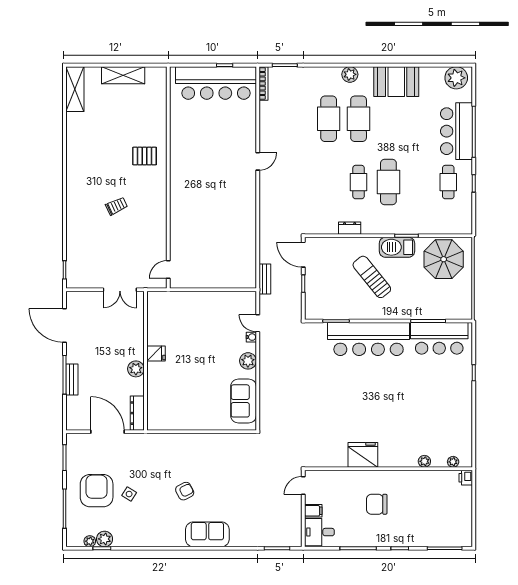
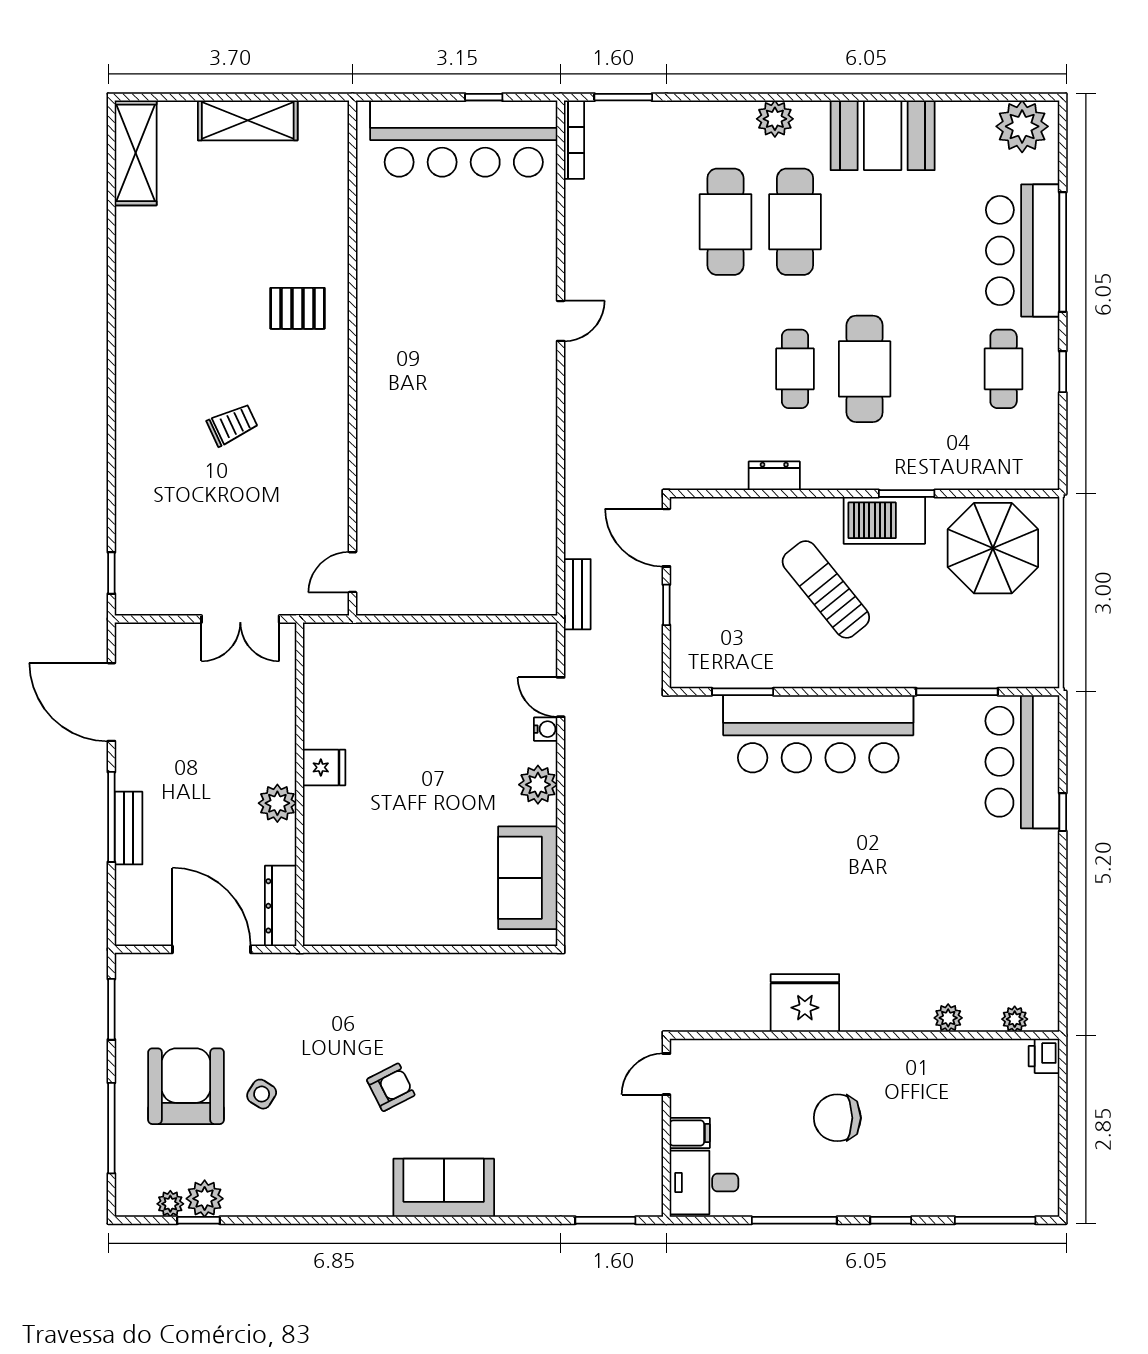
bar counter: (439, 338) -> (1022, 762), moved, turned 90

